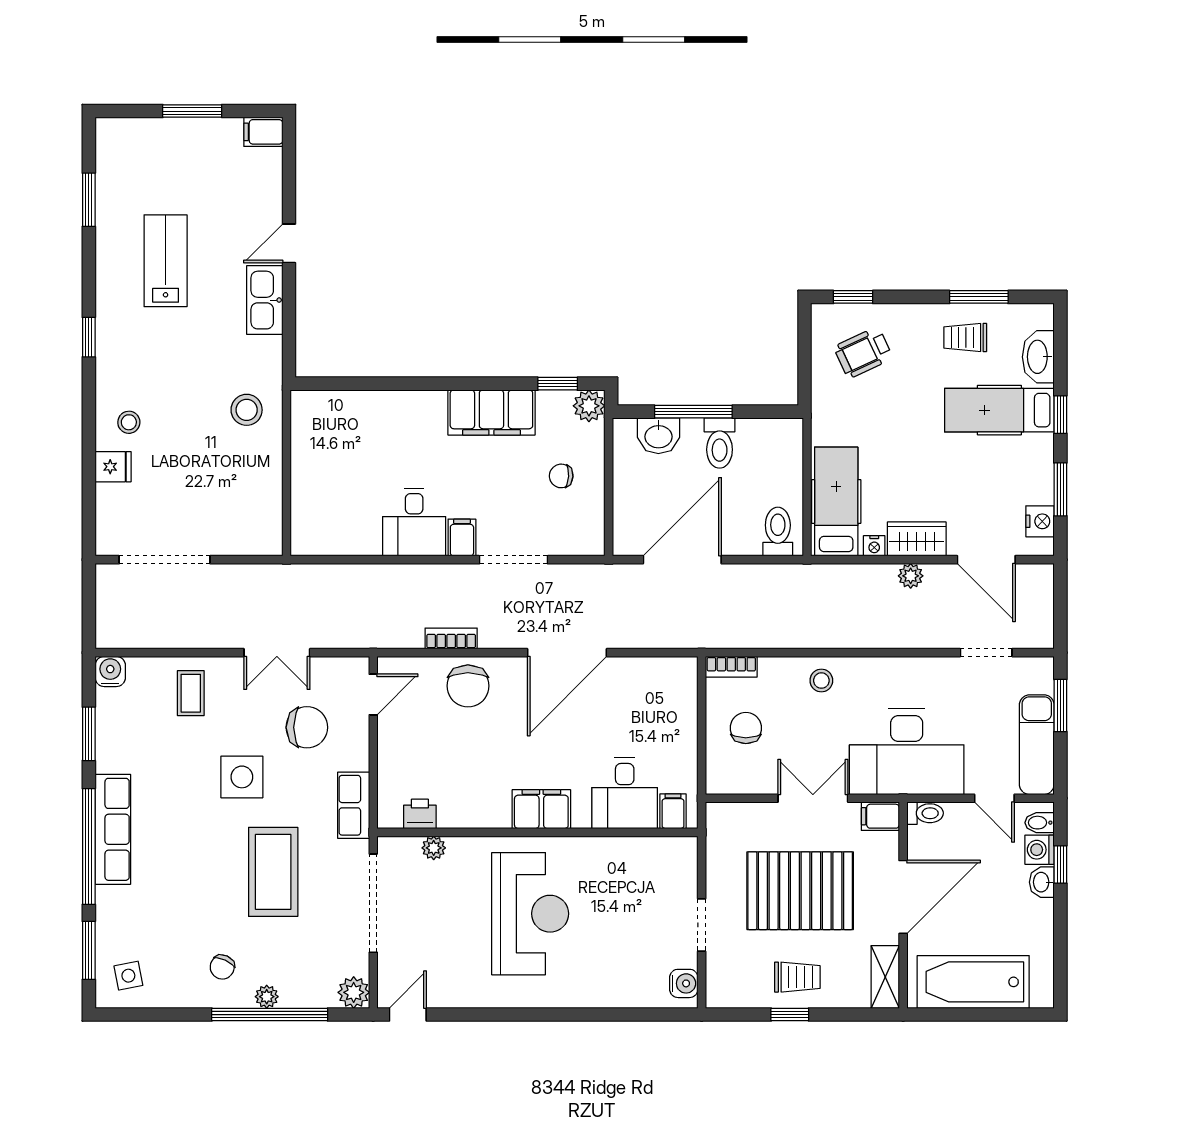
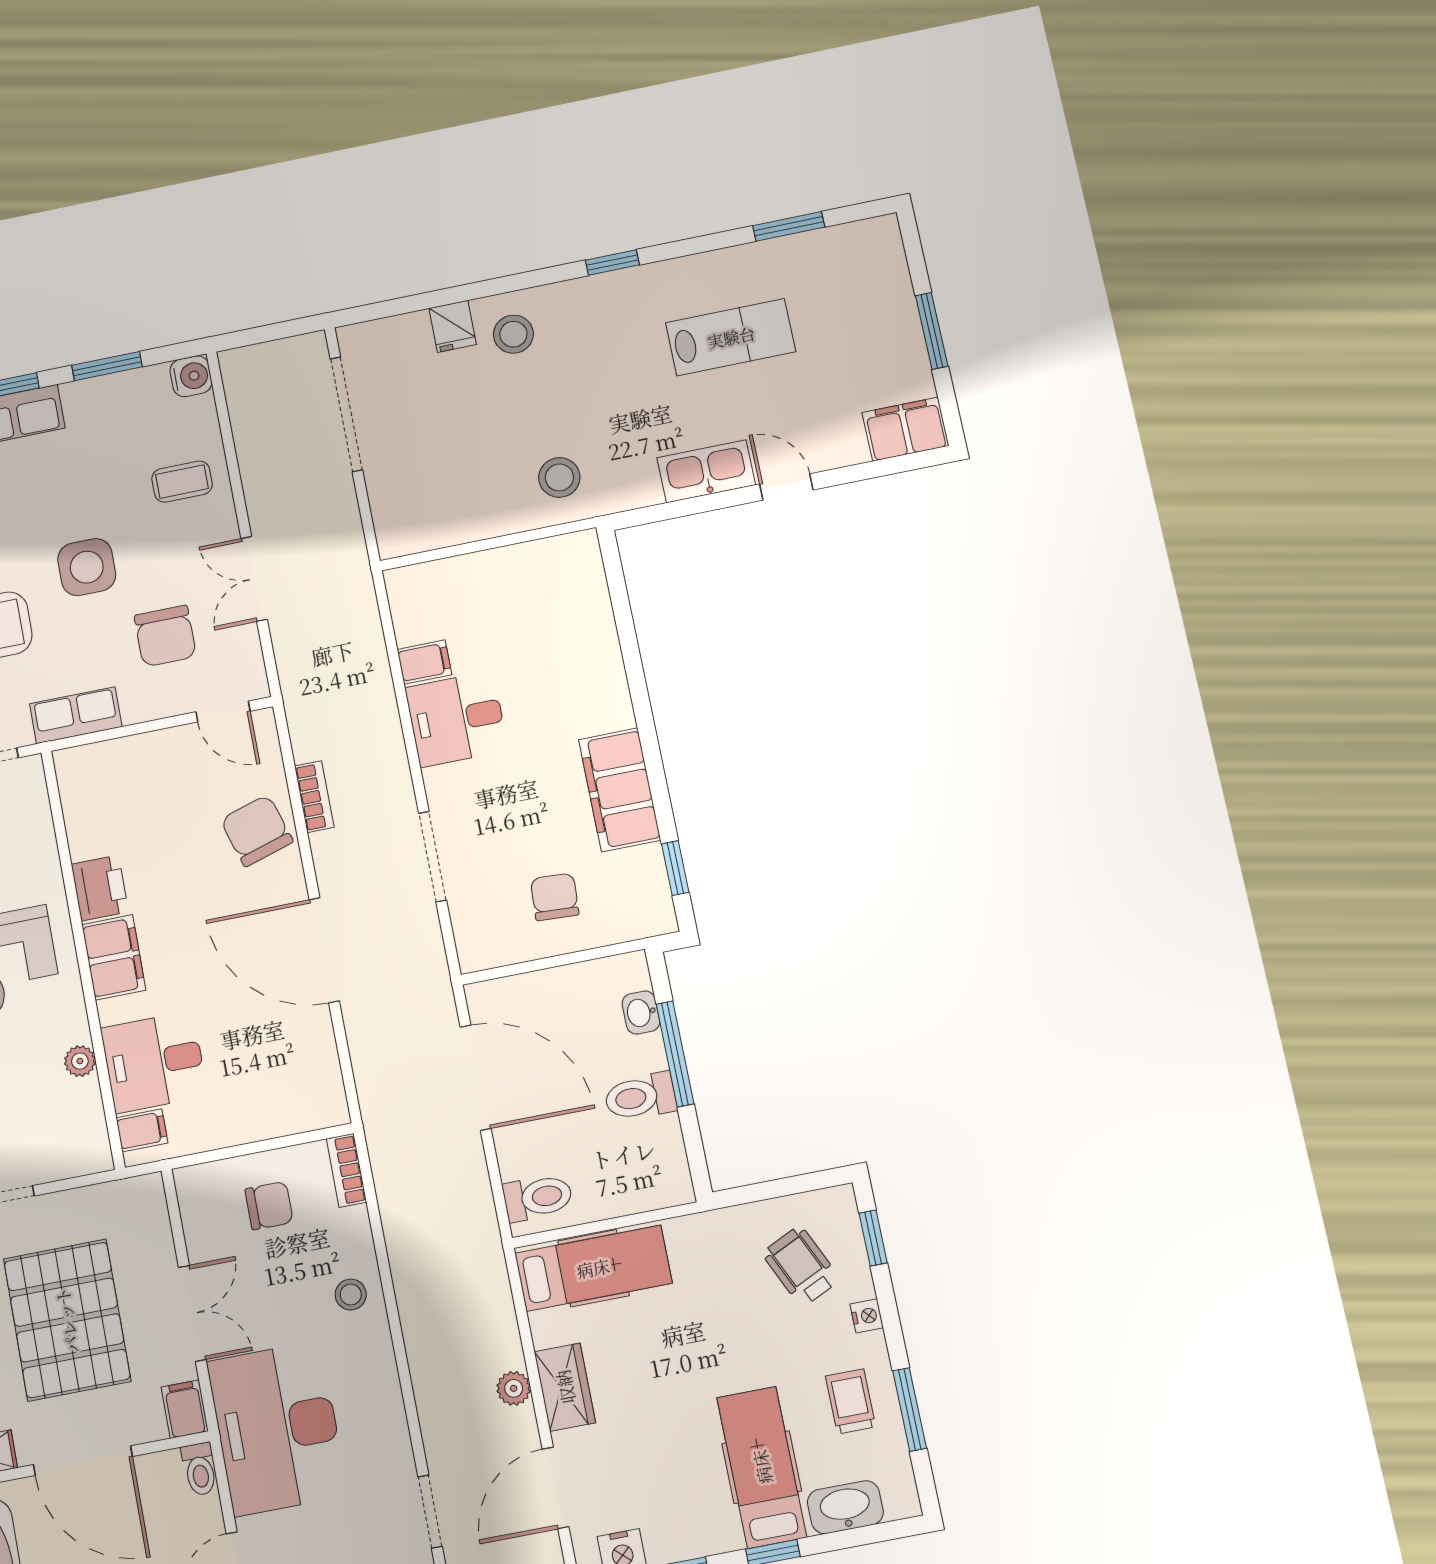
filing cabinet: (263, 132) -> (905, 429), width x2.00
plant: (589, 406) -> (654, 915), removed
stool: (129, 422) -> (513, 334), width x1.37, depth x1.37
washbasin: (658, 436) -> (641, 1013), width x0.72, depth x0.69
chair: (561, 476) -> (555, 897), width x1.37, depth x1.37
filing cabinet: (462, 538) -> (424, 662), moved
nightstand: (874, 546) -> (867, 1316), moved, turned 180
chair: (468, 686) -> (257, 831), turned 73
printer: (420, 814) -> (100, 888), moved, width x1.36, depth x1.24
plant: (434, 848) -> (80, 1061), moved

